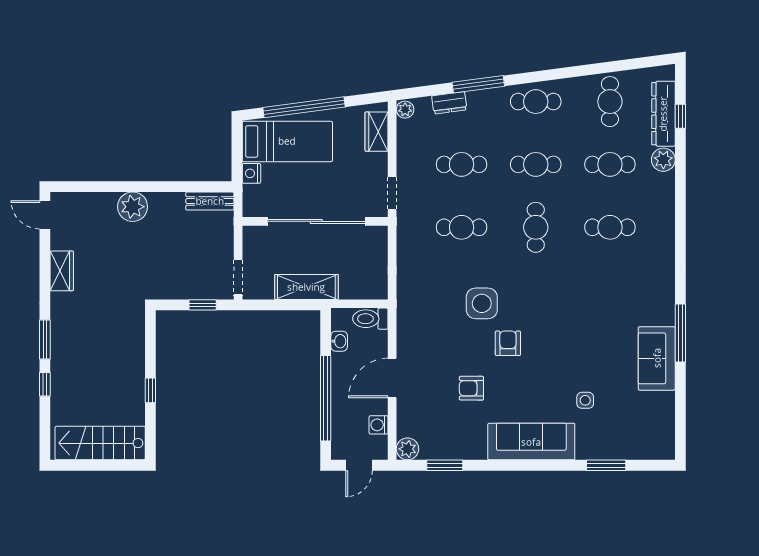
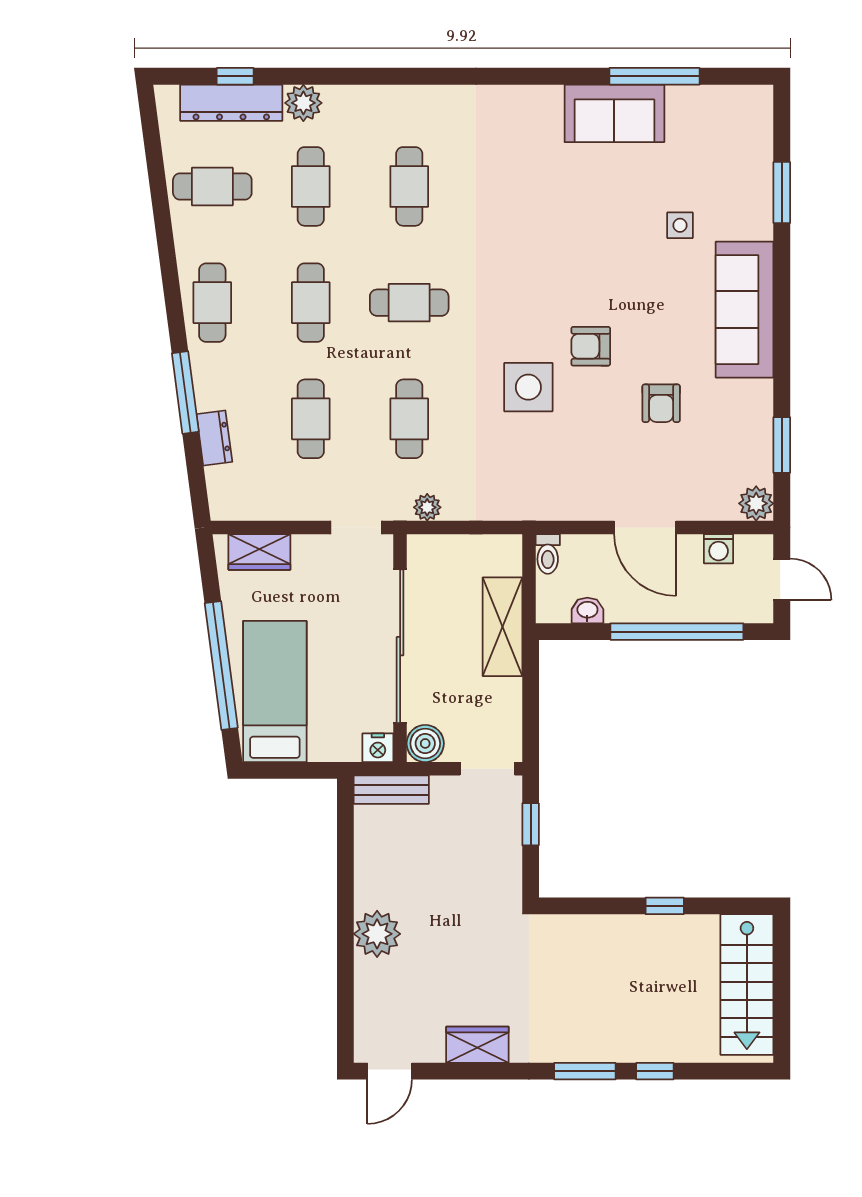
plant: (405, 110) -> (427, 507), moved
nightstand: (251, 173) -> (378, 748), moved
bench: (210, 201) -> (391, 790), moved, turned 90
boiler: (254, 238) -> (425, 743), added
shelving: (306, 287) -> (503, 627), moved
toilet: (370, 319) -> (548, 554), width x0.73, depth x0.72
window: (680, 333) -> (654, 76), moved

